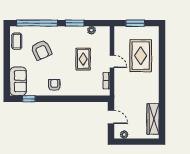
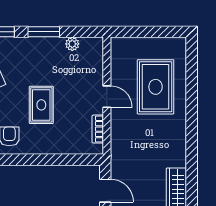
window: (135, 23) -> (146, 32), removed
rug: (83, 59) -> (41, 105), moved

